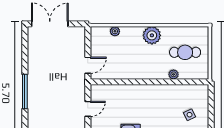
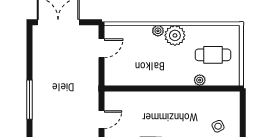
plant: (115, 31) -> (158, 31), moved
door: (88, 65) -> (102, 48), moved

